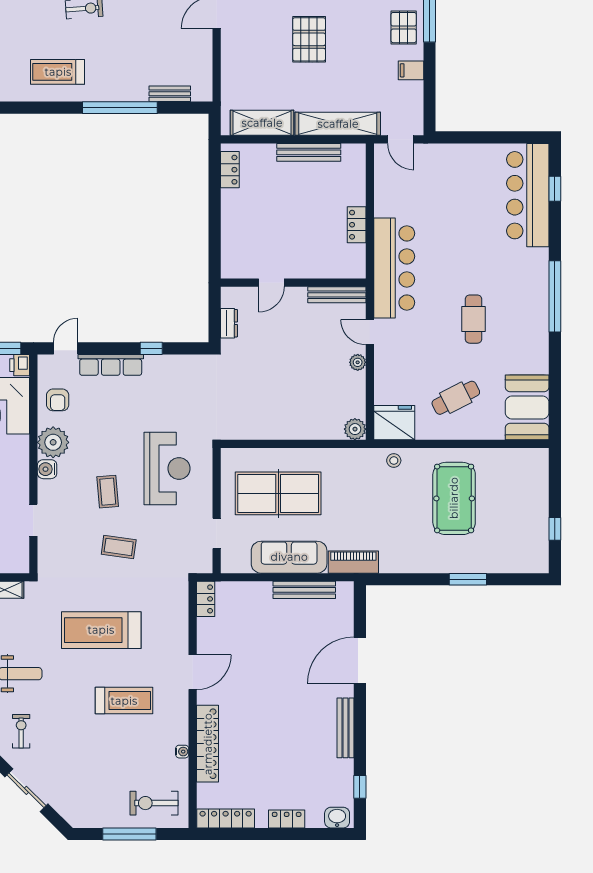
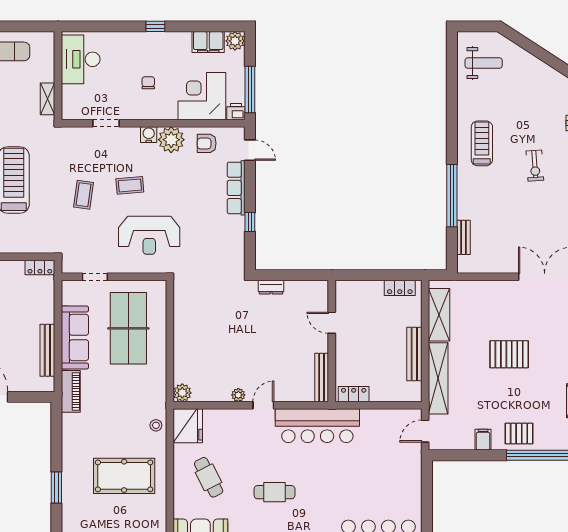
door: (271, 283) -> (332, 323), moved
wall: (293, 283) -> (332, 341), moved
bench: (337, 295) -> (322, 378), moved

